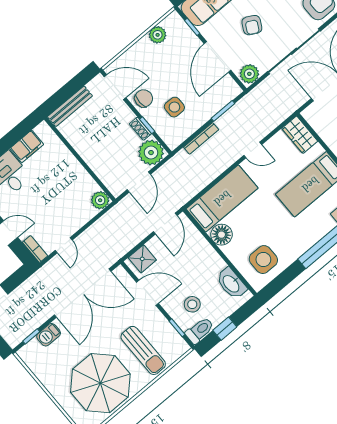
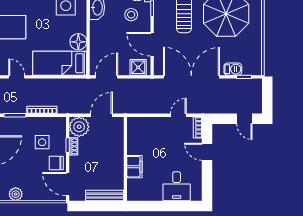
filing cabinet: (27, 146) -> (134, 167), moved, turned 90
plant: (100, 200) -> (134, 124), removed

